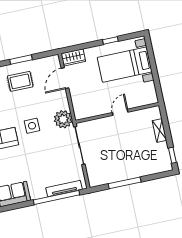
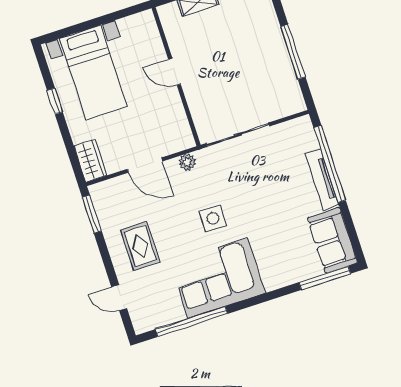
window: (21, 60) -> (92, 214), moved
door: (65, 78) -> (145, 165), moved
plant: (63, 119) -> (187, 162), width x0.53, depth x0.53
tv unit: (64, 189) -> (322, 180), moved

